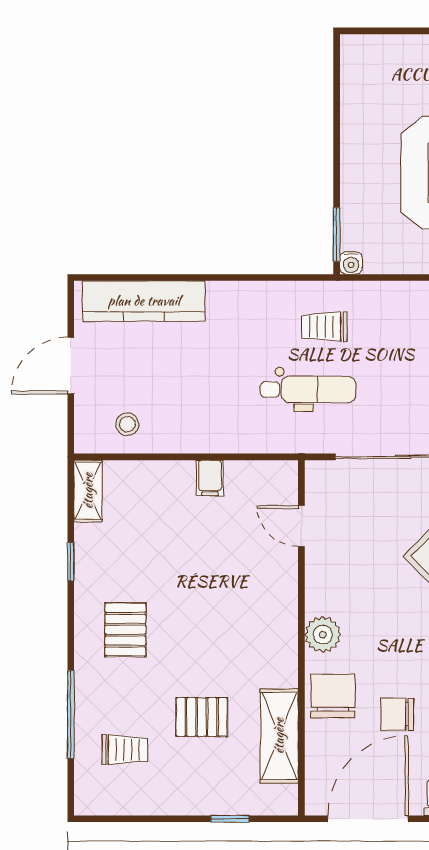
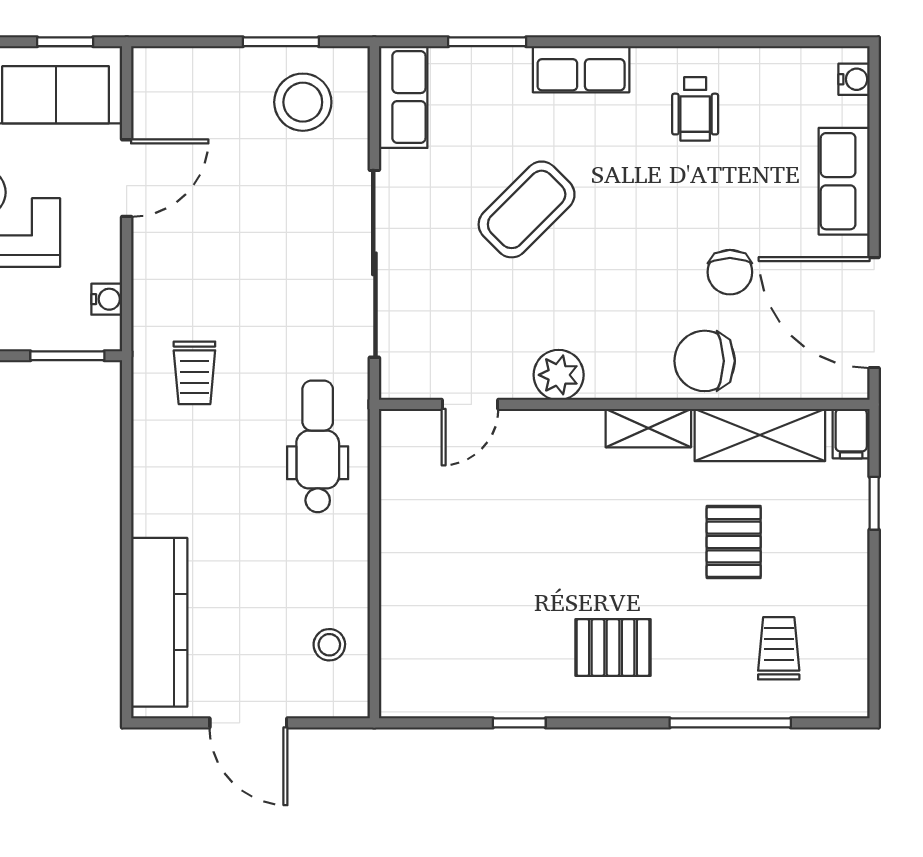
water cooler: (351, 263) -> (107, 299), moved
dental chair: (308, 389) -> (318, 446), moved
filing cabinet: (210, 478) -> (851, 434), moved, turned 90
shelving: (88, 491) -> (648, 428), moved
plant: (323, 635) -> (559, 375), moved

